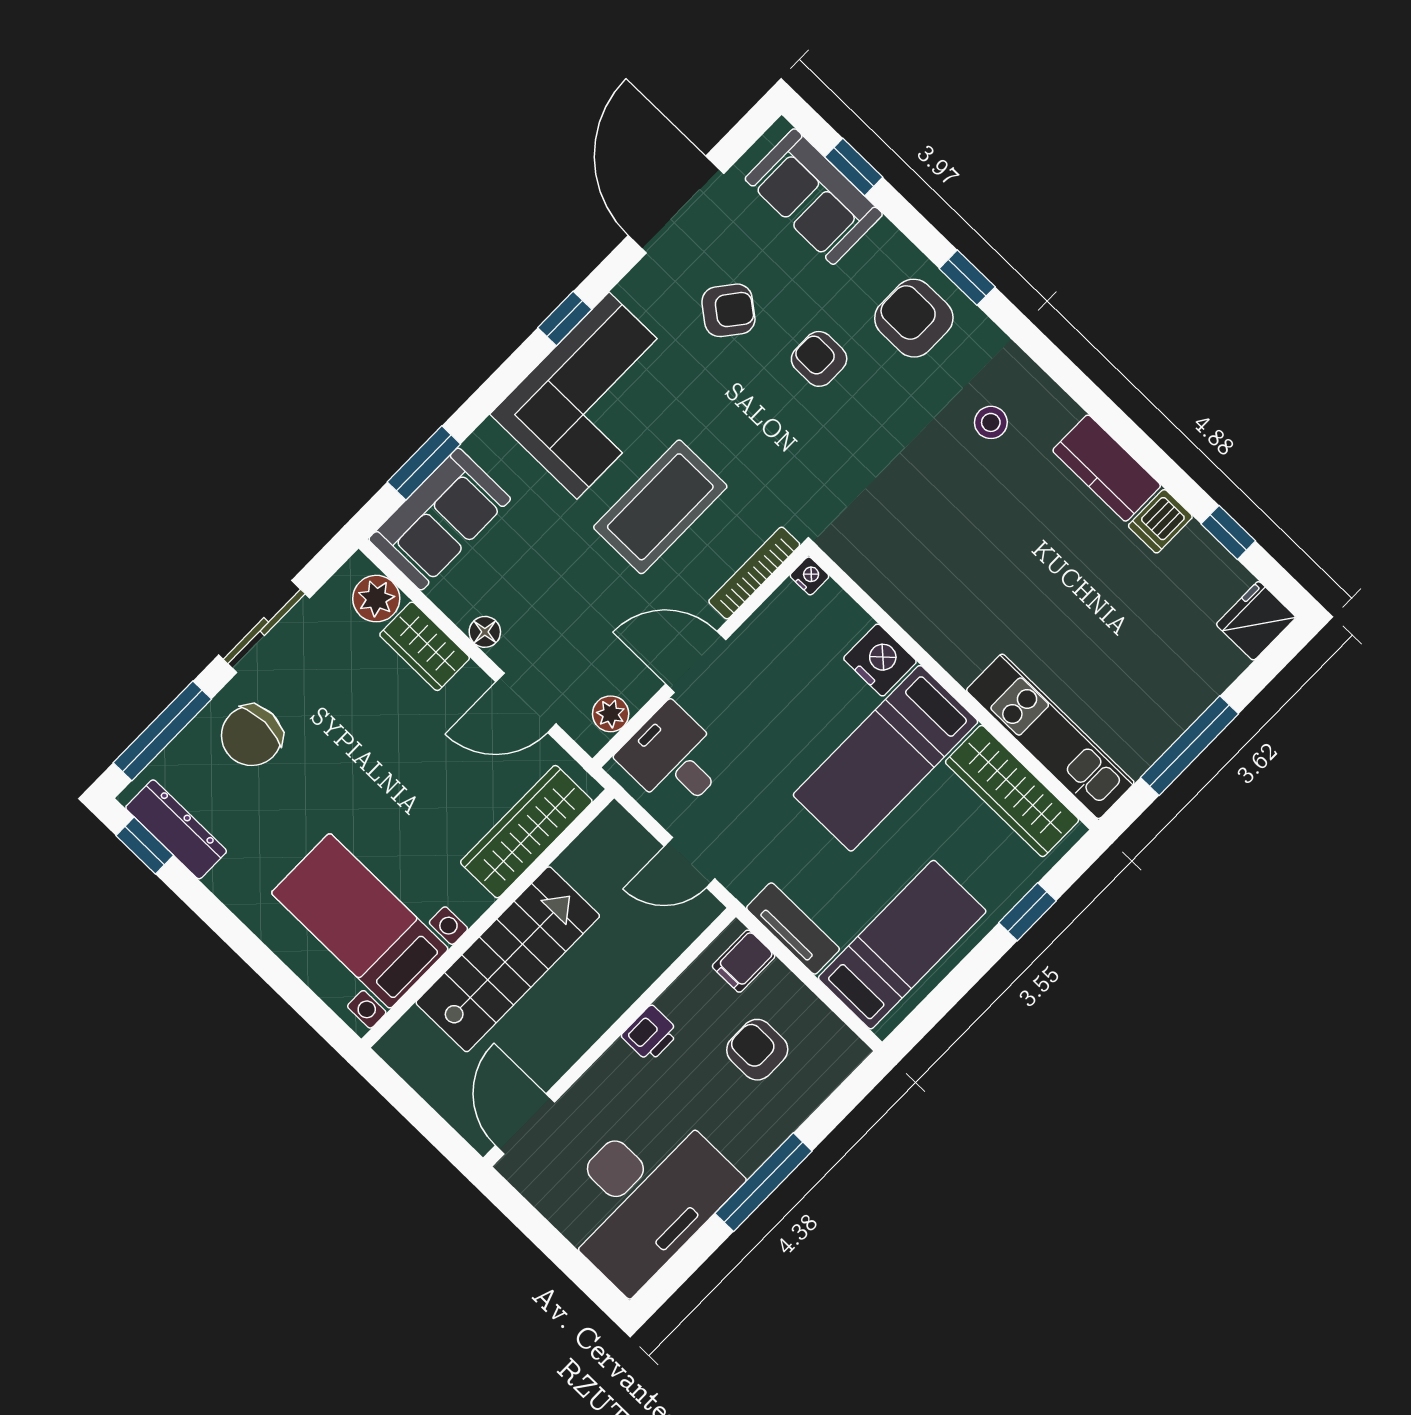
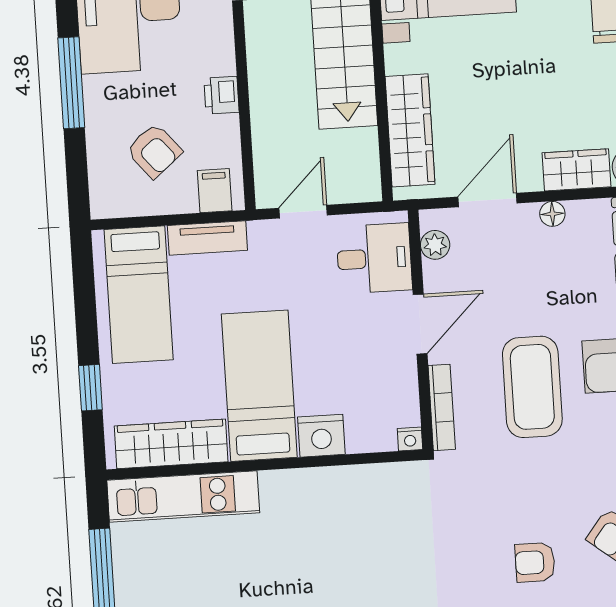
armchair: (819, 359) -> (535, 562), turned 180
armchair: (757, 1050) -> (154, 151), turned 50

